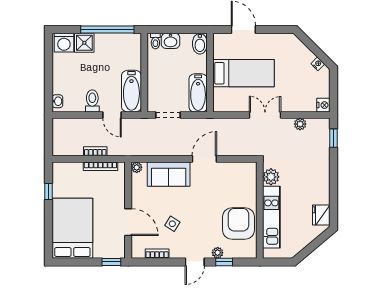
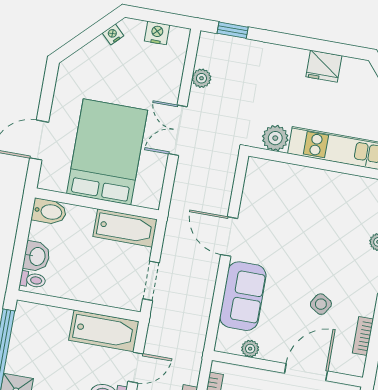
bed: (244, 73) -> (107, 152), width x1.50
nightstand: (323, 105) -> (157, 33), moved
plant: (137, 167) -> (250, 349), moved
fridge: (321, 215) -> (324, 66), moved
armchair: (239, 224) -> (339, 201), removed

